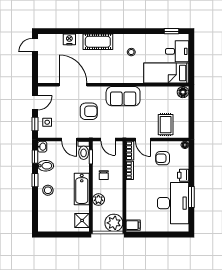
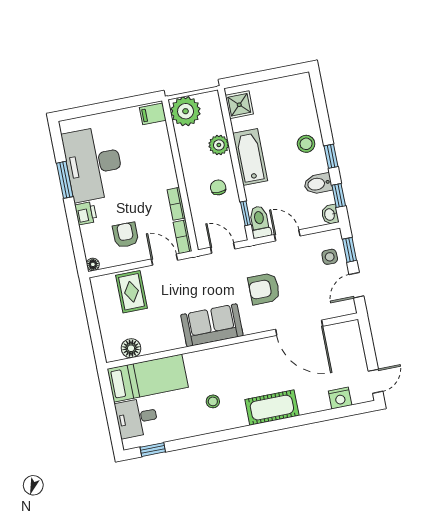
nightstand: (69, 39) -> (340, 398), moved
floor lamp: (183, 92) -> (131, 348), moved
armchair: (163, 158) -> (126, 235), turned -90

